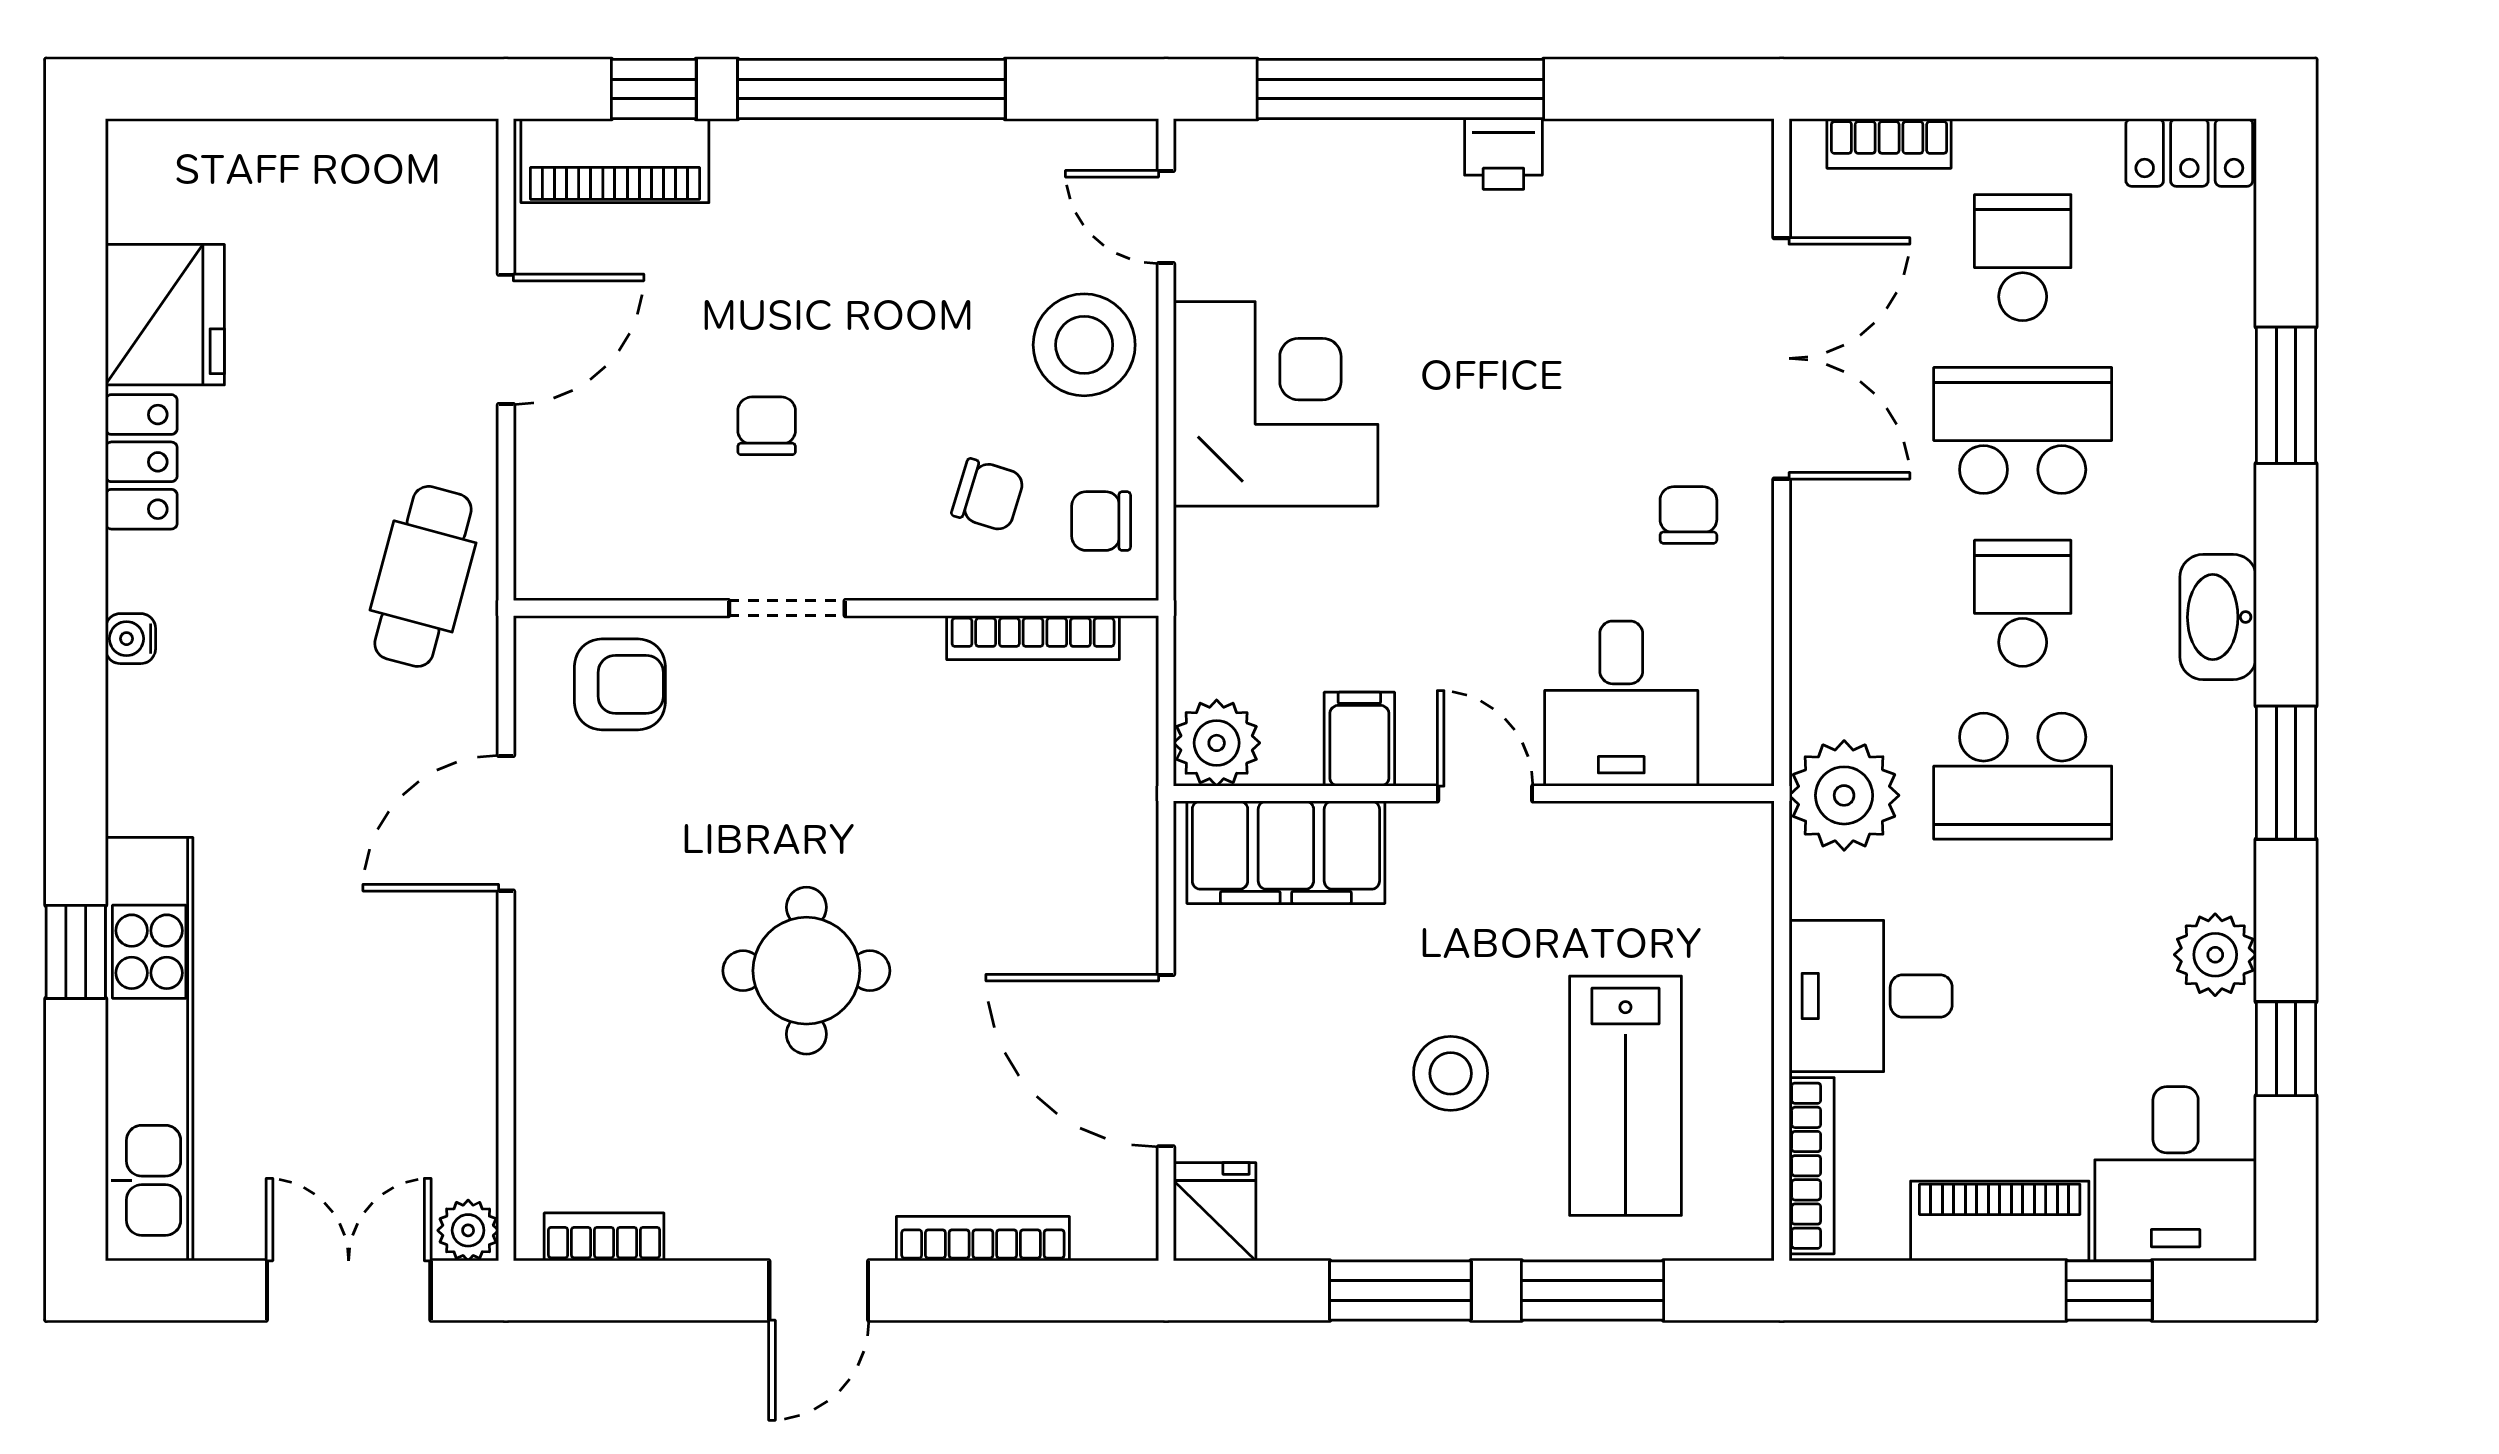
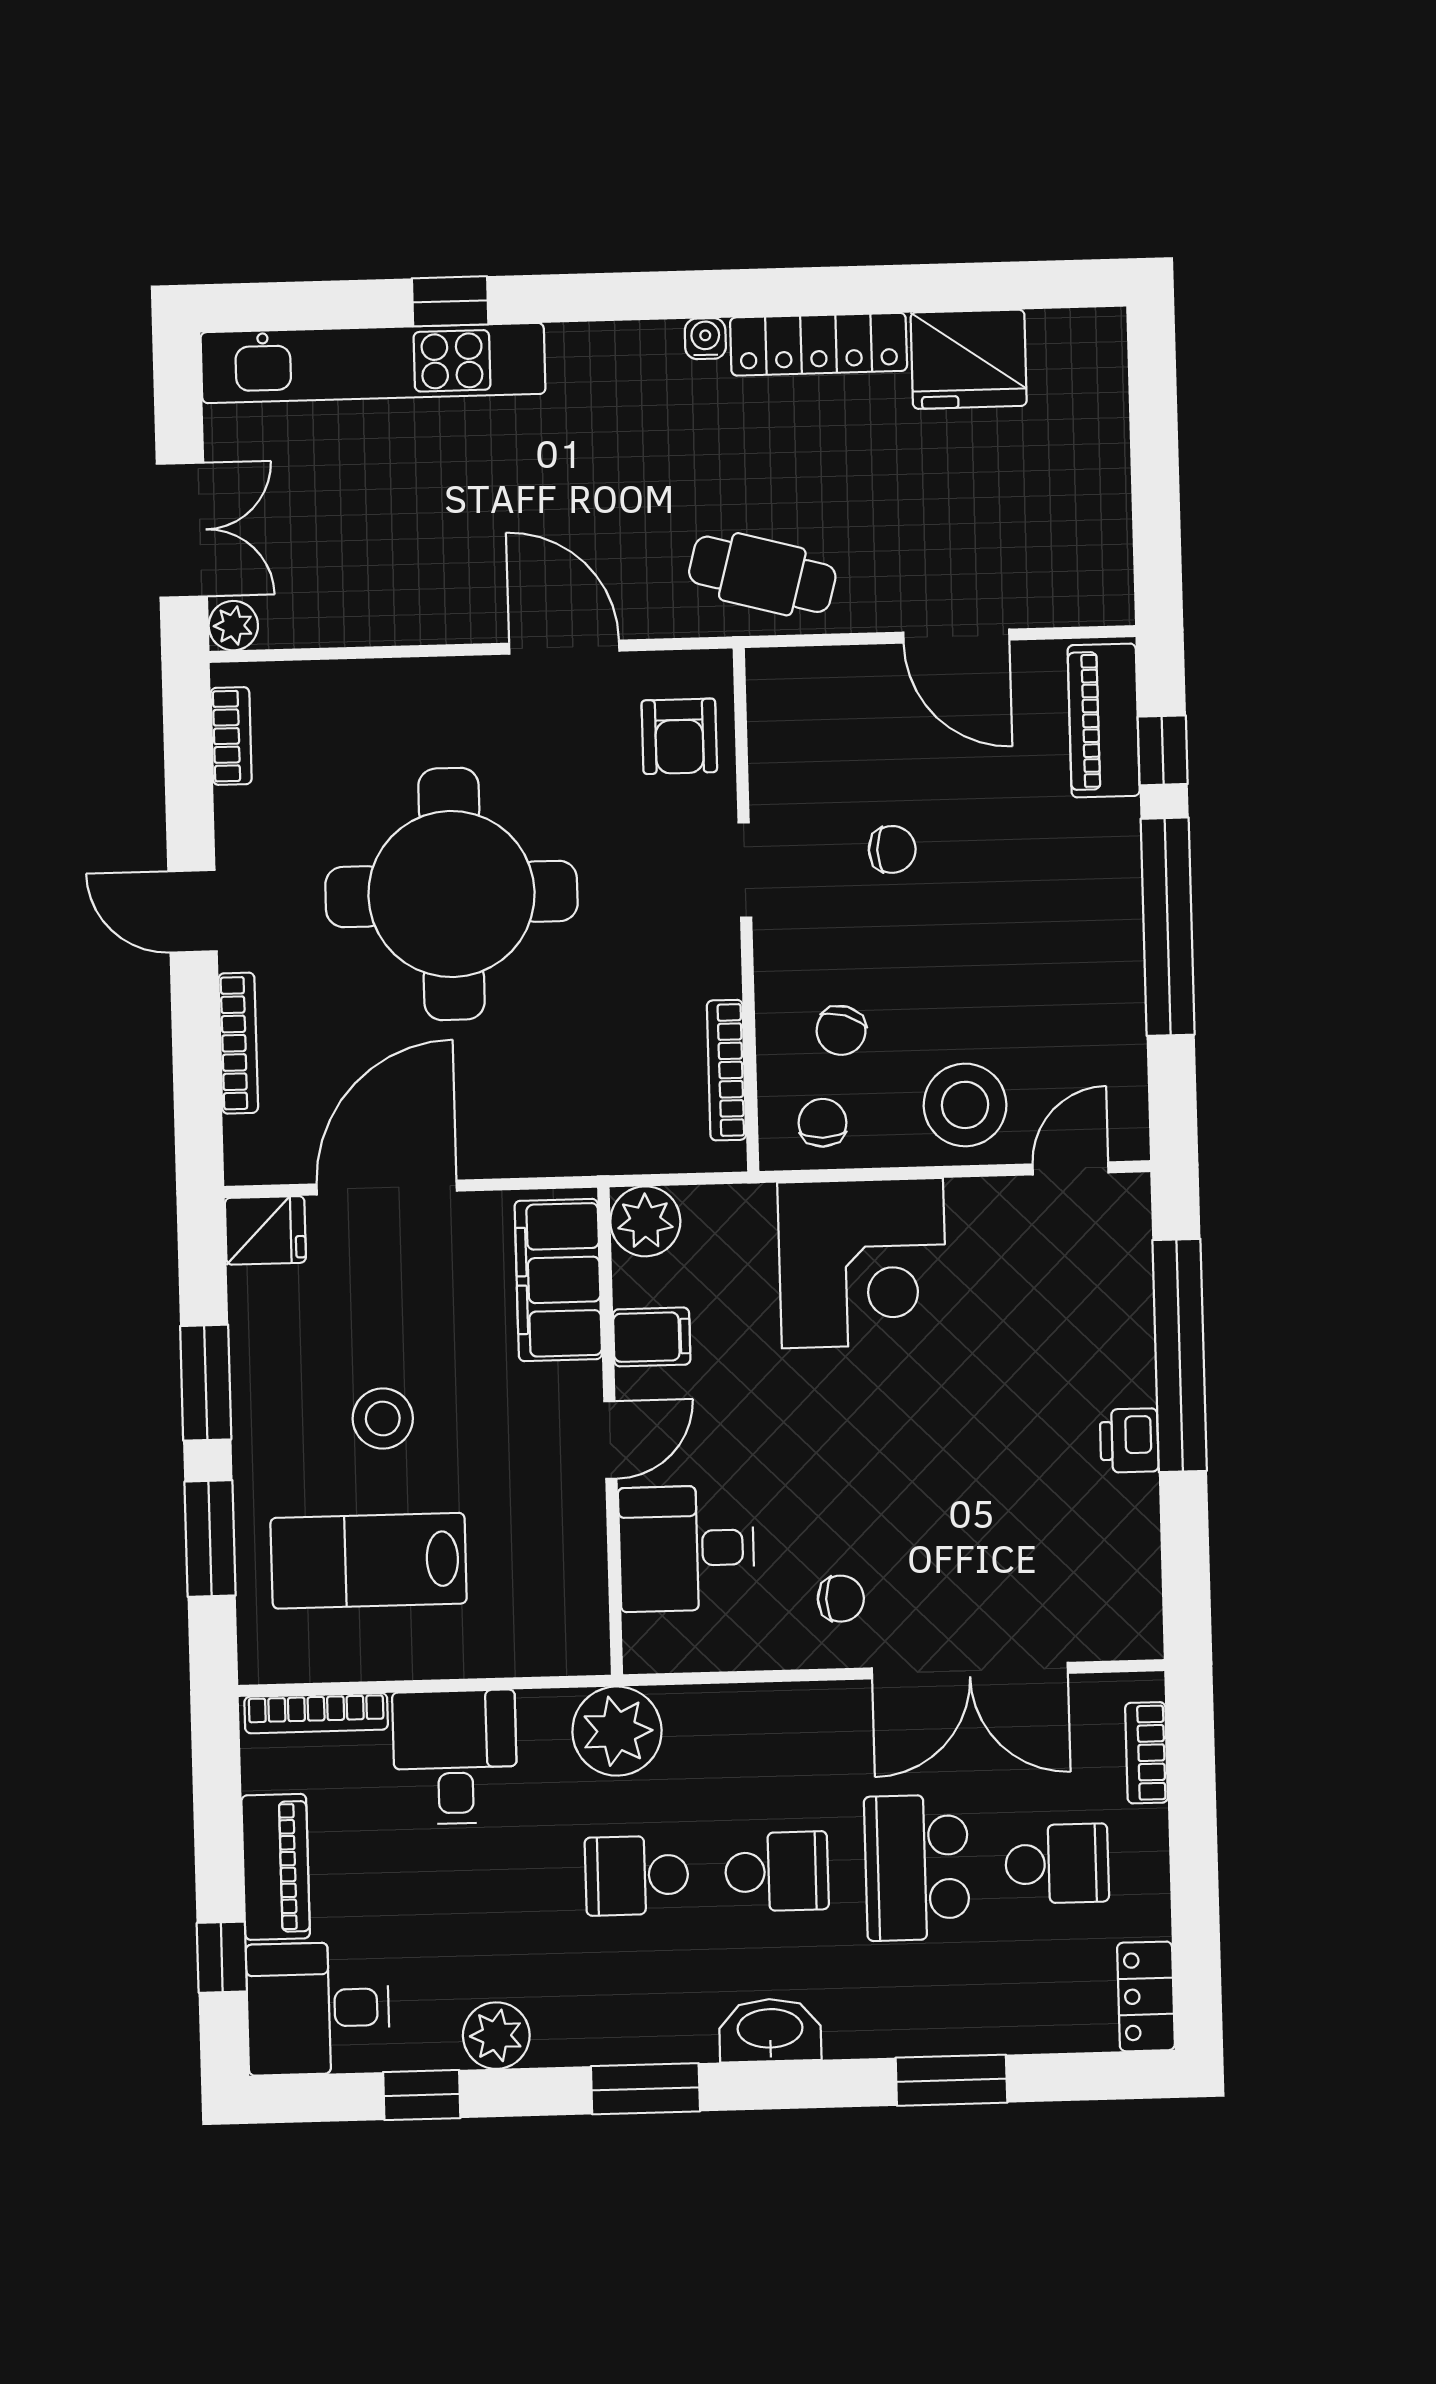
corner desk: (1276, 404) -> (862, 1263), moved
school desk: (2023, 430) -> (917, 1868), turned 180
locker: (141, 462) -> (819, 344), width x1.53
school desk: (2023, 776) -> (637, 1875), width x0.54
round table: (806, 971) -> (451, 894), width x1.86, depth x1.86

